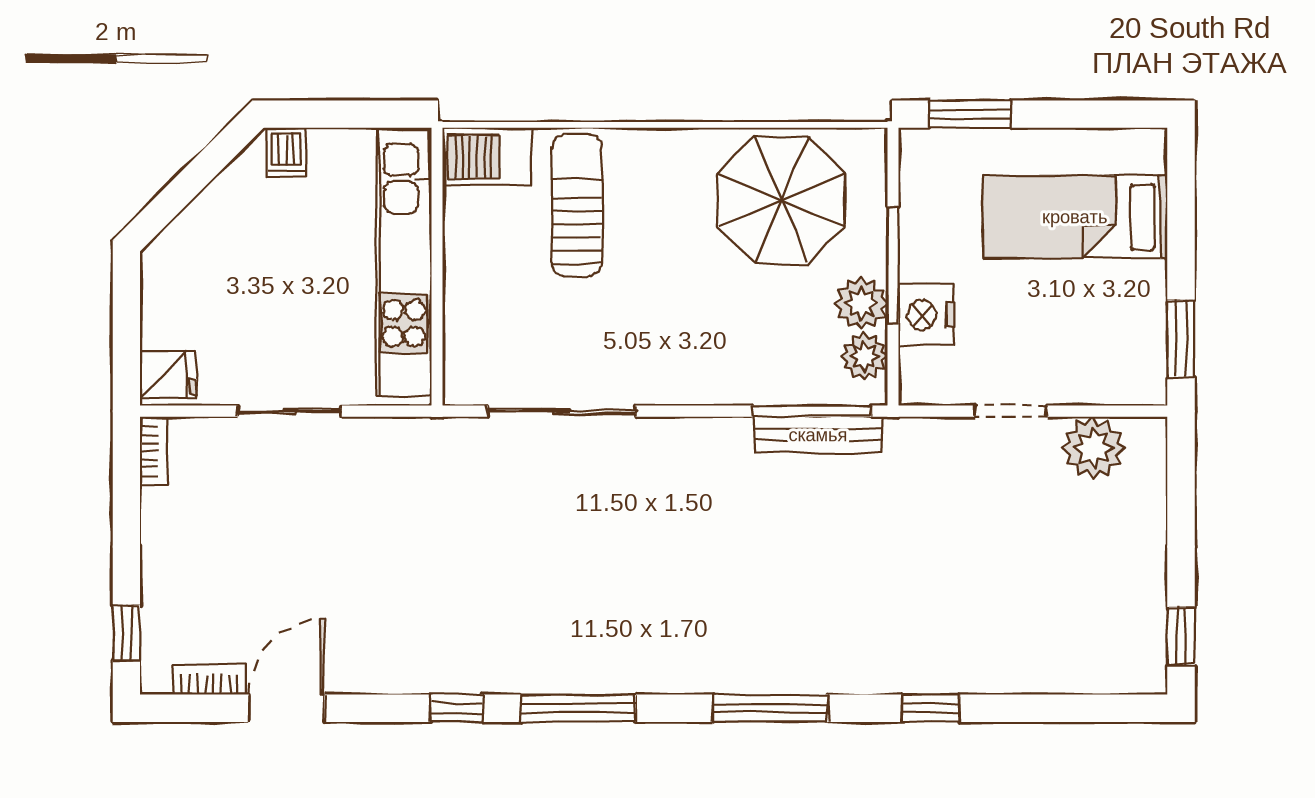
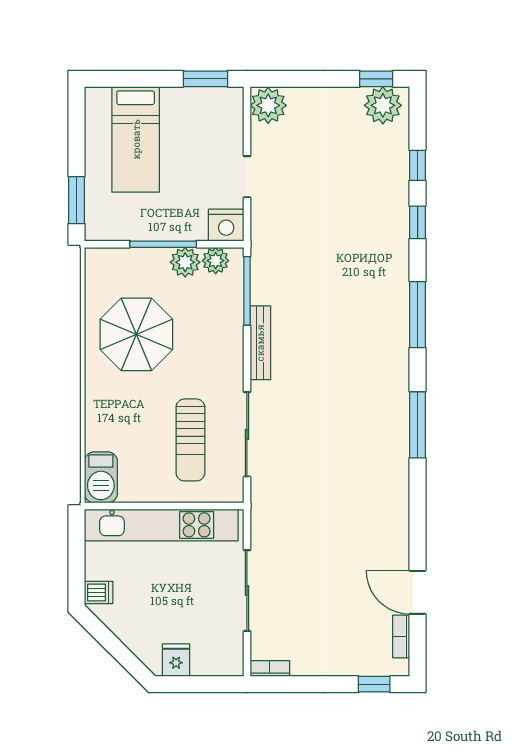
parasol: (781, 200) -> (136, 334), moved
sun lounger: (577, 205) -> (190, 440), moved, turned -90
nightstand: (926, 315) -> (226, 225), moved
fridge: (168, 374) -> (176, 660), moved
sliding door: (289, 411) -> (247, 591), width x1.37
bench: (818, 435) -> (260, 343), moved
plant: (1093, 448) -> (268, 105), moved
plant: (1135, 648) -> (383, 105), added
window: (457, 708) -> (418, 165), moved

